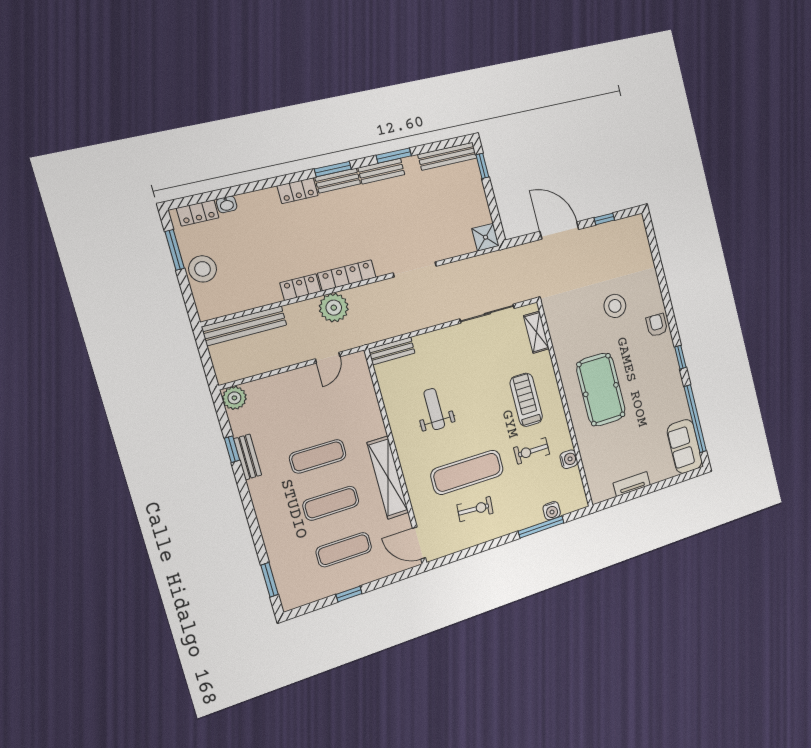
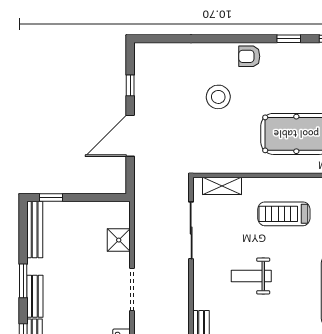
shower: (486, 237) -> (119, 240), moved
weight bench: (434, 409) -> (251, 276), moved

